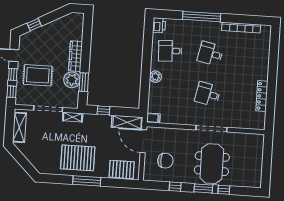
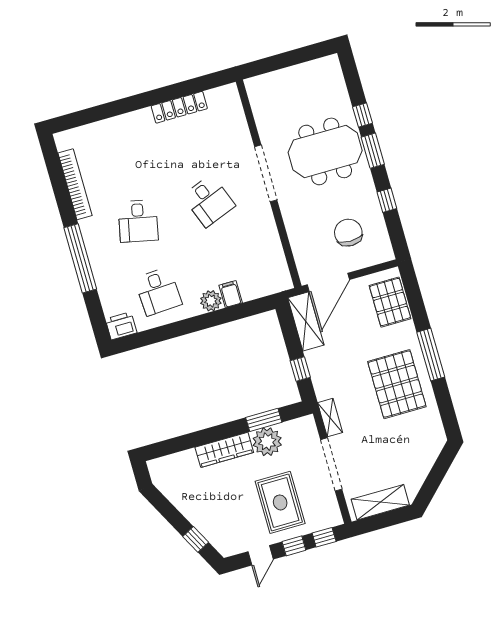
desk: (208, 94) -> (209, 201), turned -33
filing cabinet: (153, 118) -> (231, 294), moved

